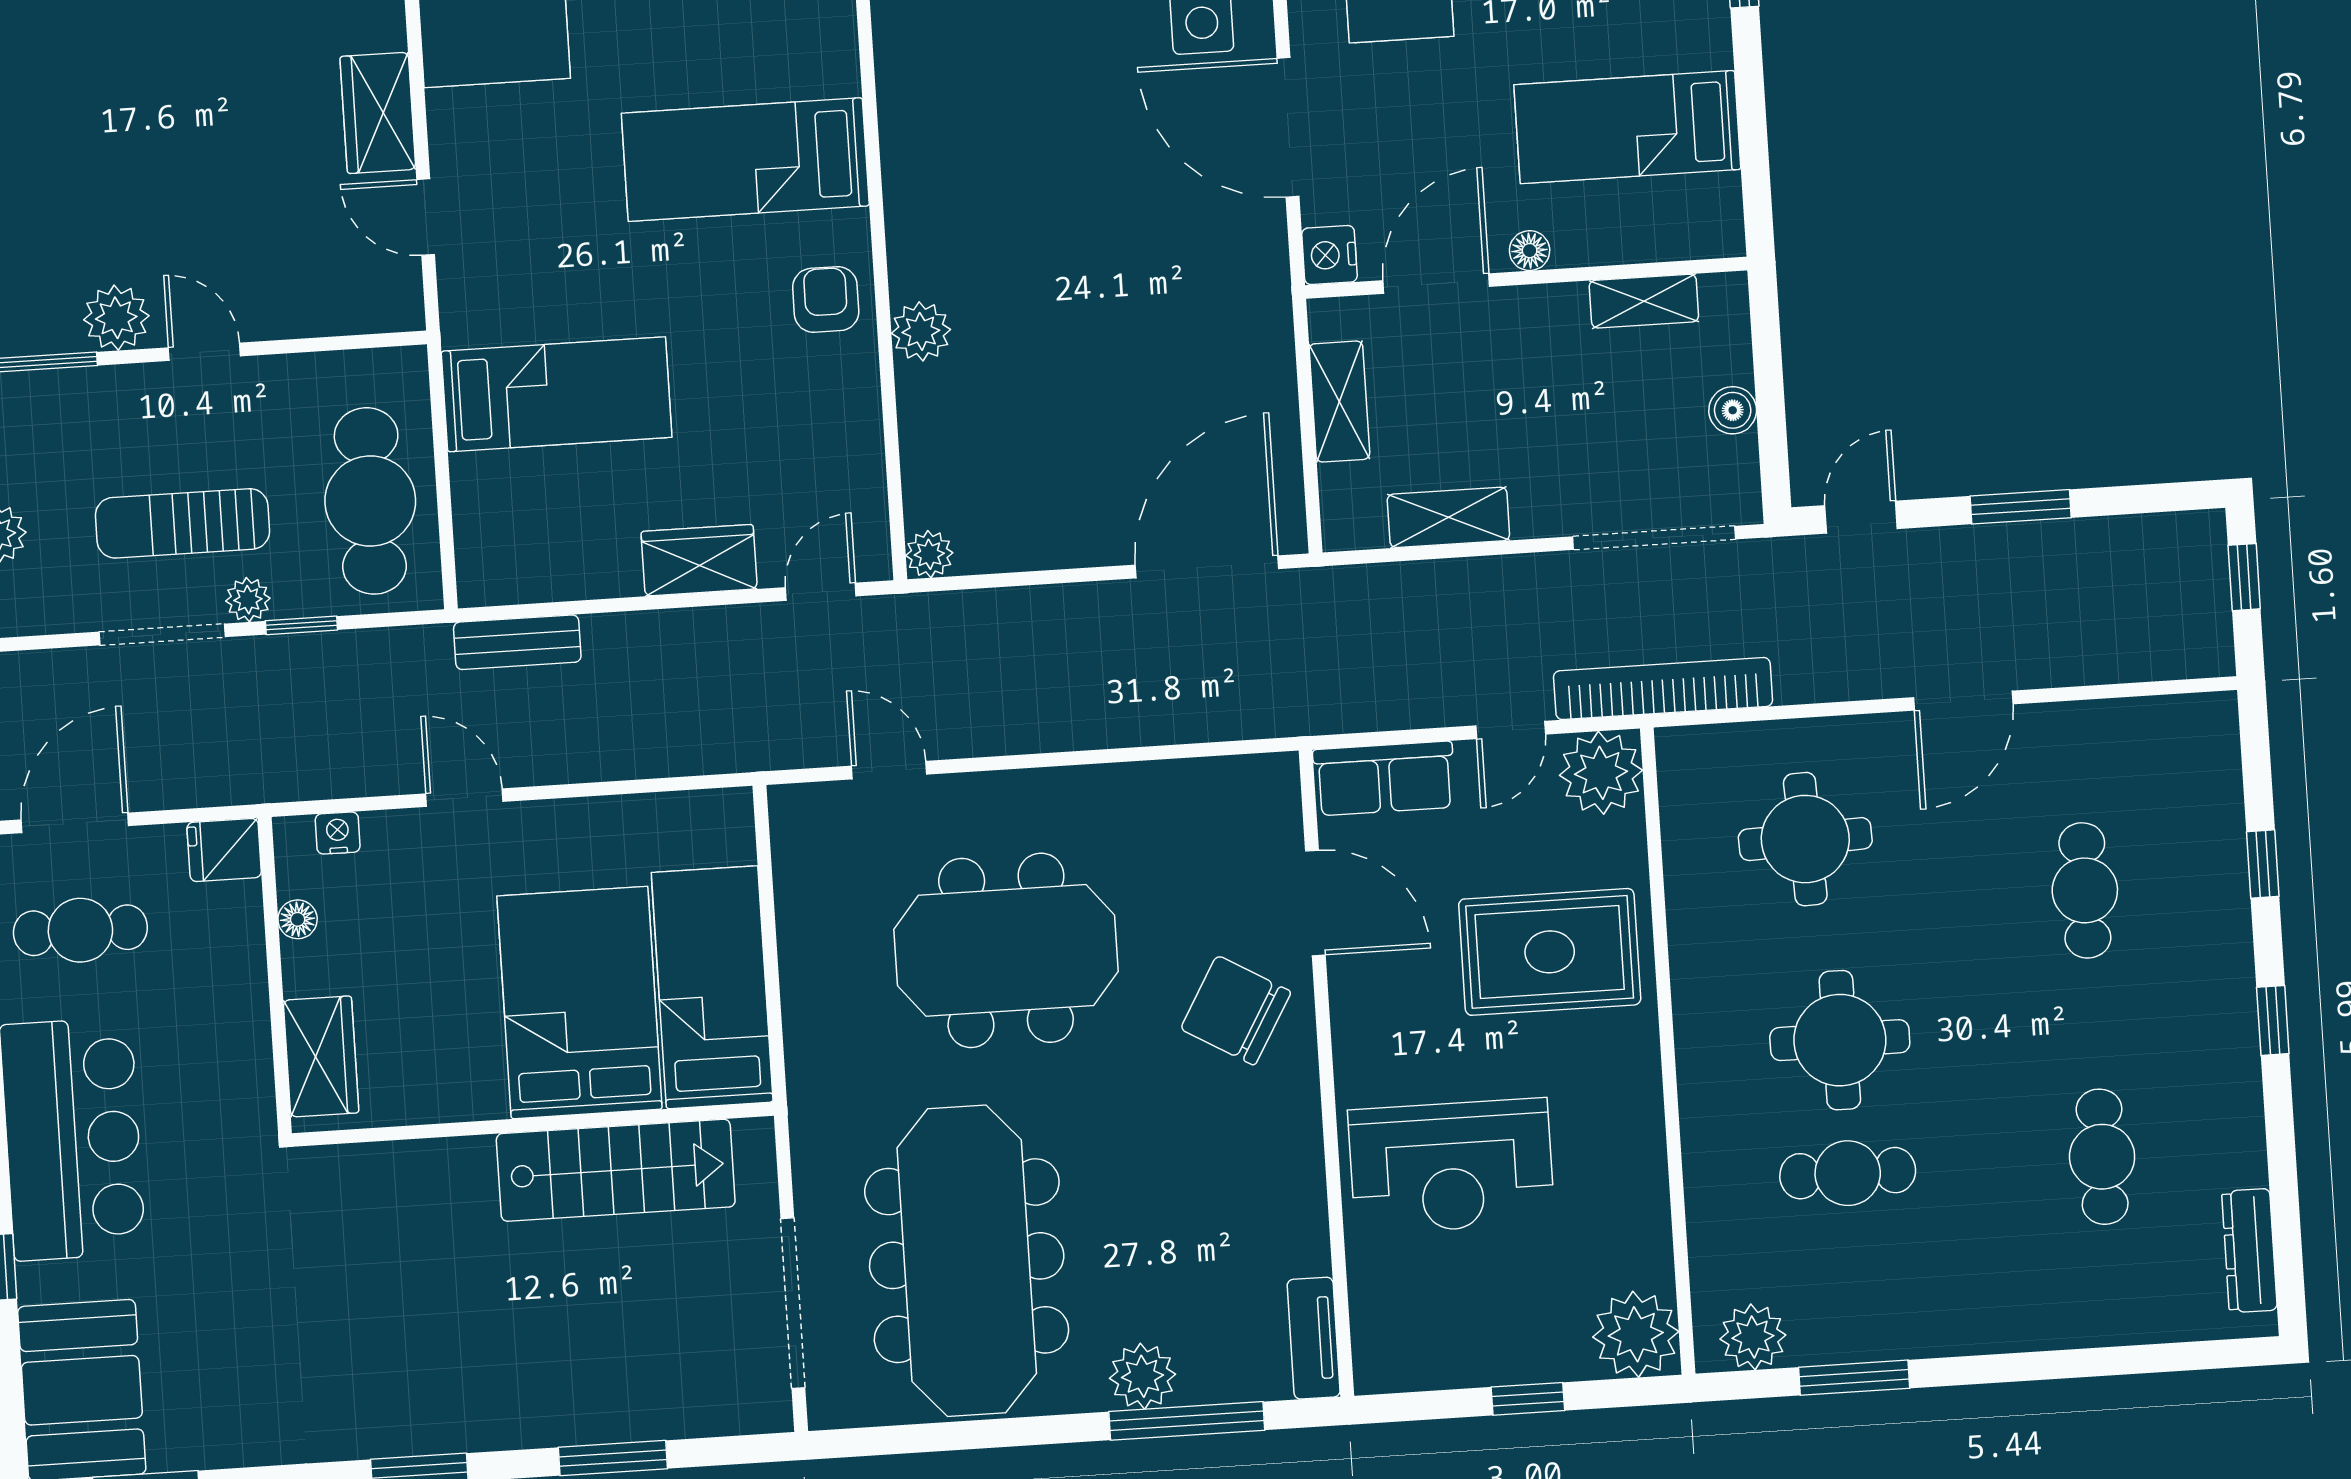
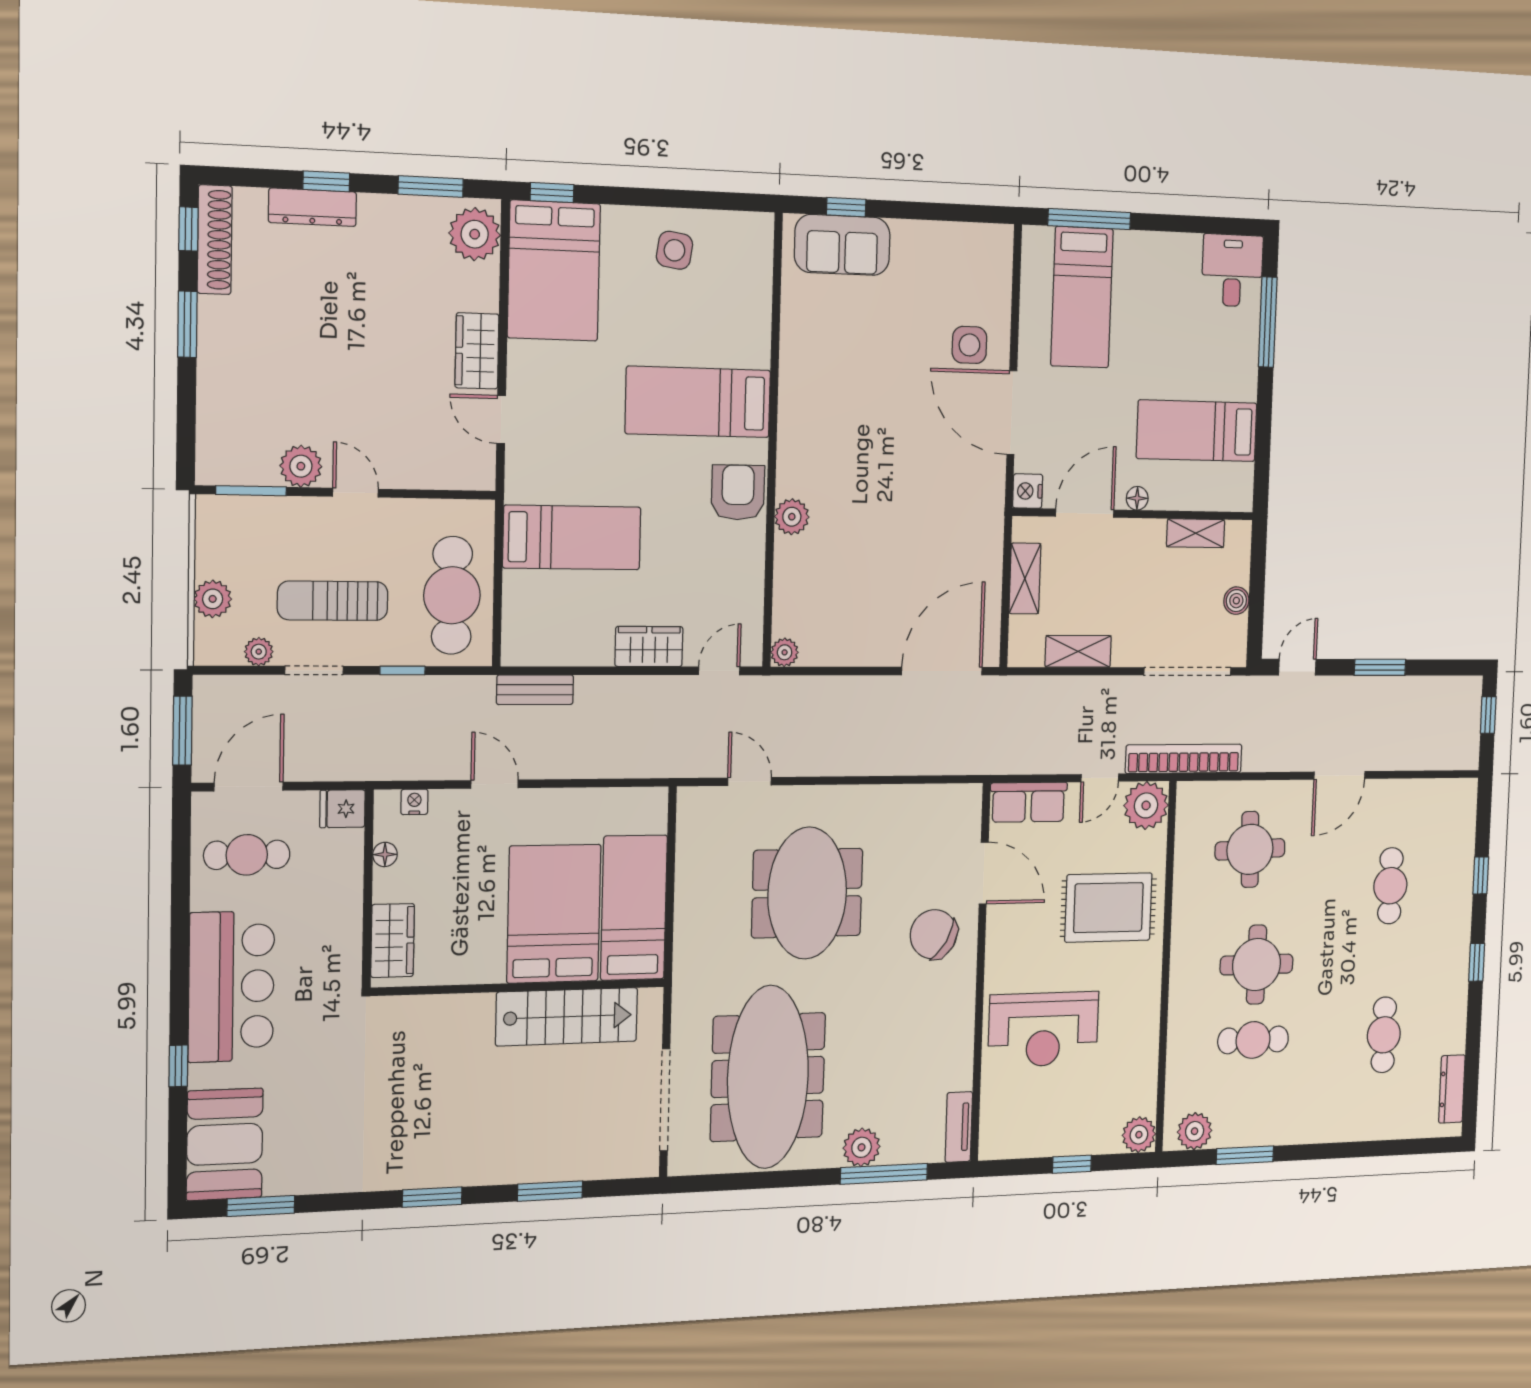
armchair: (826, 299) -> (738, 492), width x1.38, depth x1.38
plant: (248, 600) -> (259, 652), moved
doorway: (162, 634) -> (314, 670), width x0.73
meeting table: (1006, 950) -> (807, 893), turned 90
plant: (1636, 1334) -> (1139, 1135), width x0.73, depth x0.73

